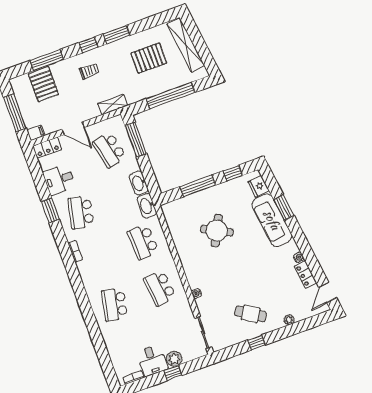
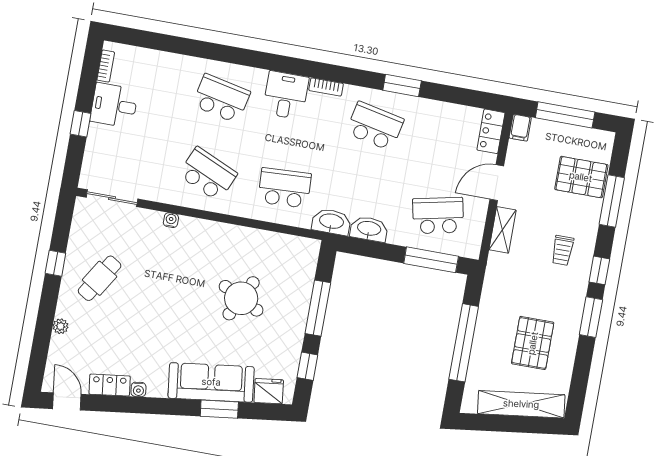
shelving: (113, 105) -> (503, 230), moved
desk: (59, 180) -> (286, 95), moved
school desk: (160, 288) -> (208, 174), turned 30
plant: (174, 359) -> (99, 137), removed

